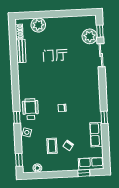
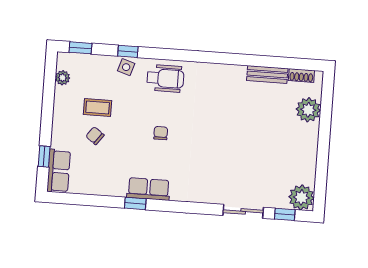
plant: (90, 36) -> (301, 197), moved
window: (17, 117) -> (128, 51), moved
row of seats: (96, 135) -> (148, 189), moved

